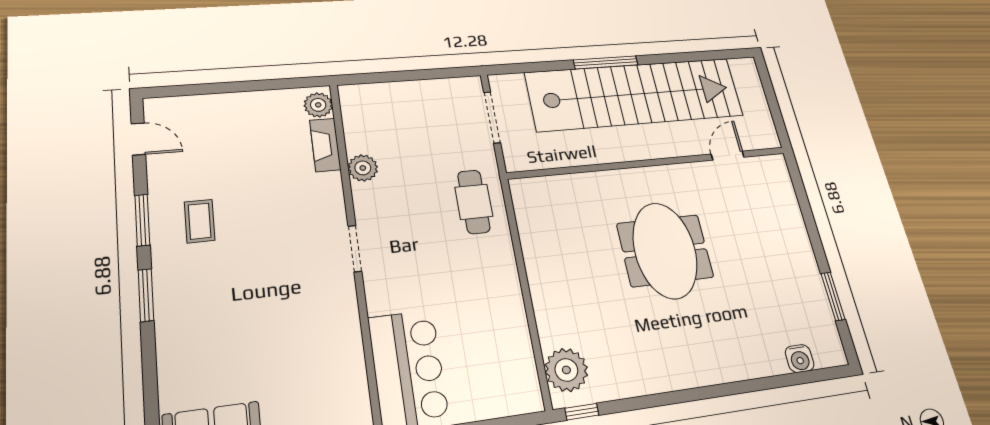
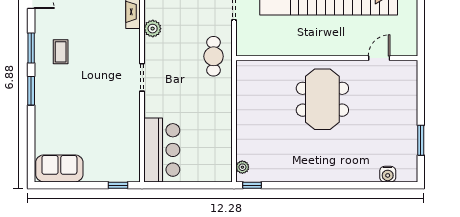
door: (728, 156) -> (379, 58), moved
wall: (650, 163) -> (327, 58), moved
plant: (566, 370) -> (242, 167), width x0.53, depth x0.53

